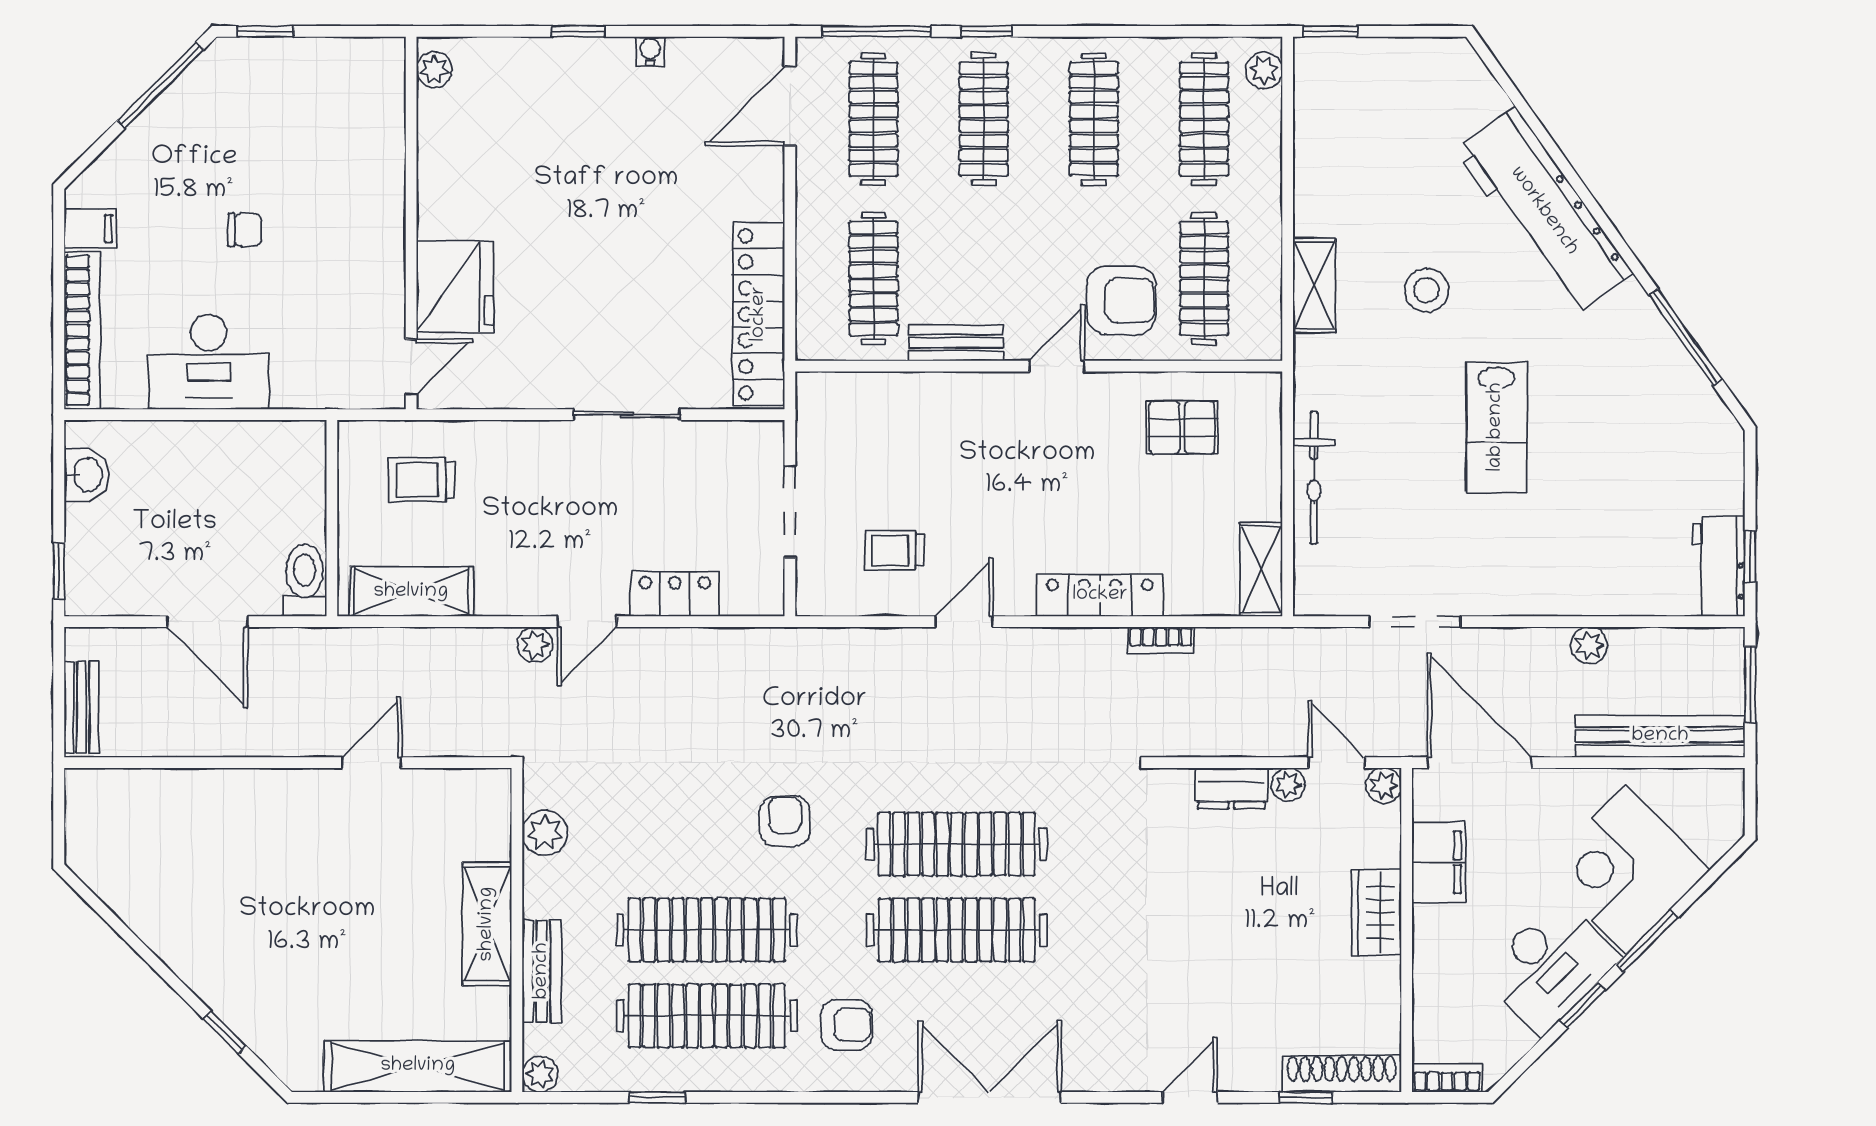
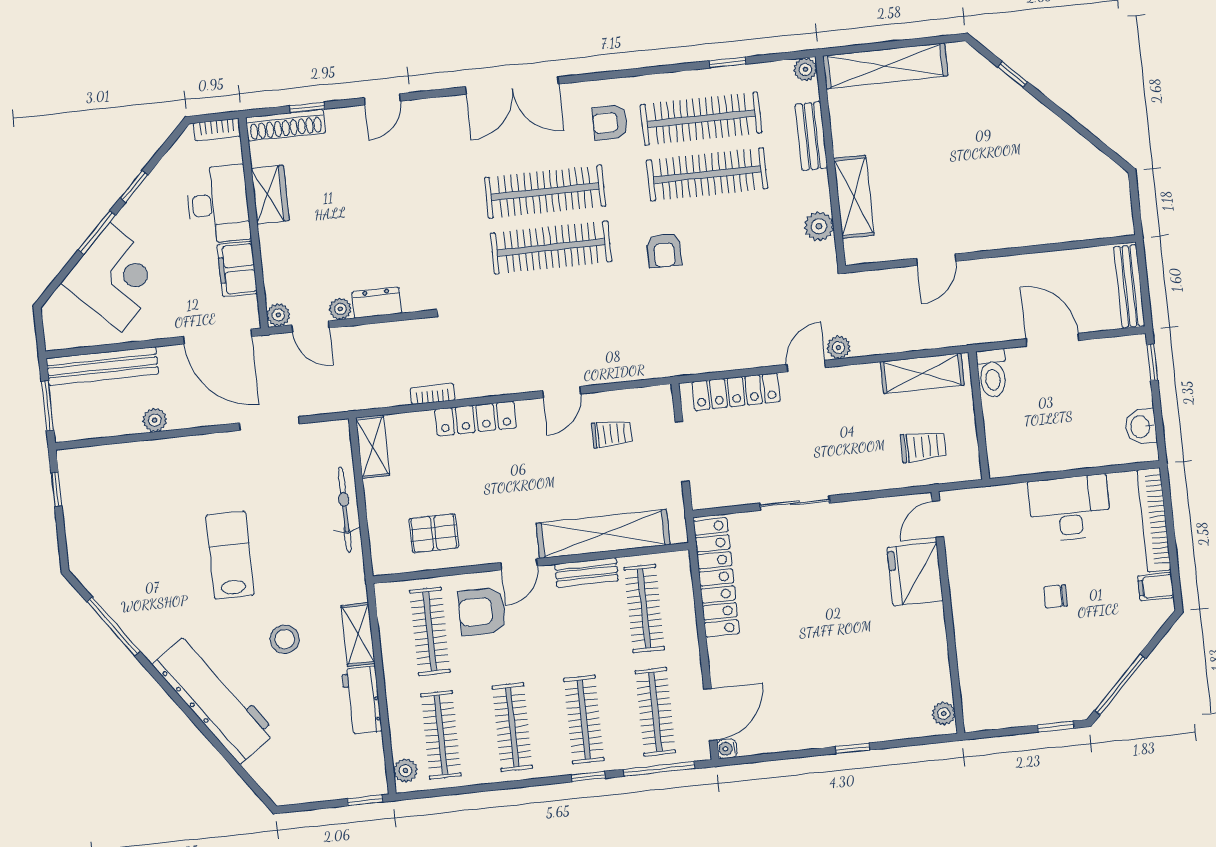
water cooler: (650, 51) -> (727, 749), moved, turned 90
shelving: (924, 399) -> (603, 534), added
workbench: (1719, 566) -> (362, 700), moved, turned 180
locker: (675, 594) -> (736, 392), width x1.53
bench: (82, 707) -> (1129, 286), width x1.36
wardrobe: (1376, 913) -> (270, 194), moved
shelving: (487, 924) -> (854, 197), moved
desk: (1550, 966) -> (218, 204), moved, turned 135

